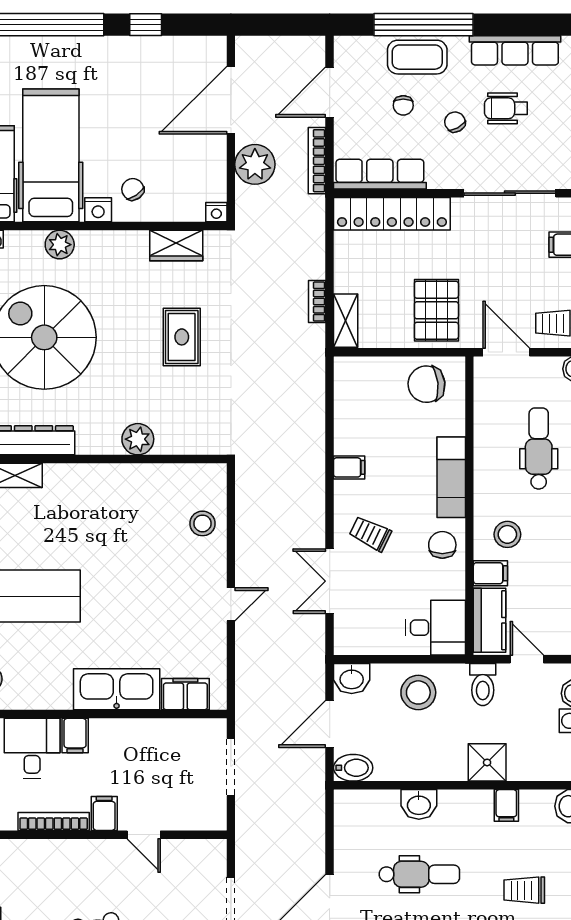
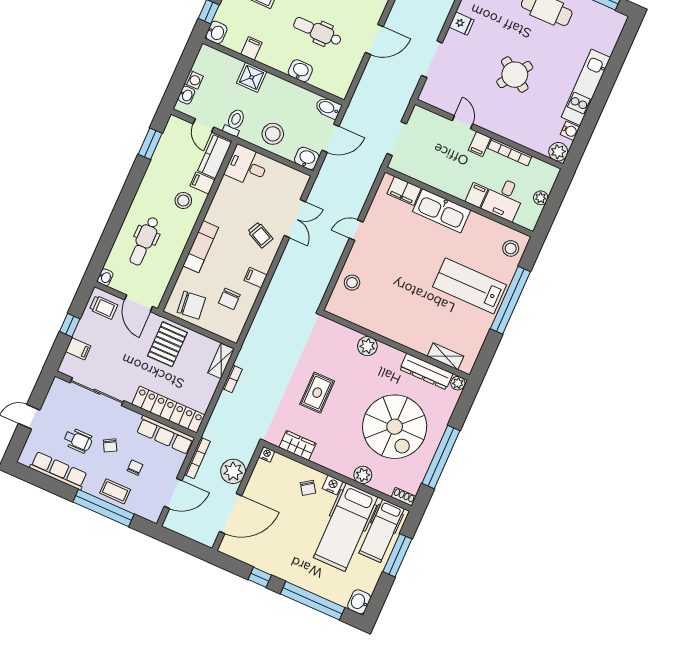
coffee table: (417, 57) -> (115, 491), width x0.73, depth x0.77
chair: (442, 545) -> (229, 299), moved

